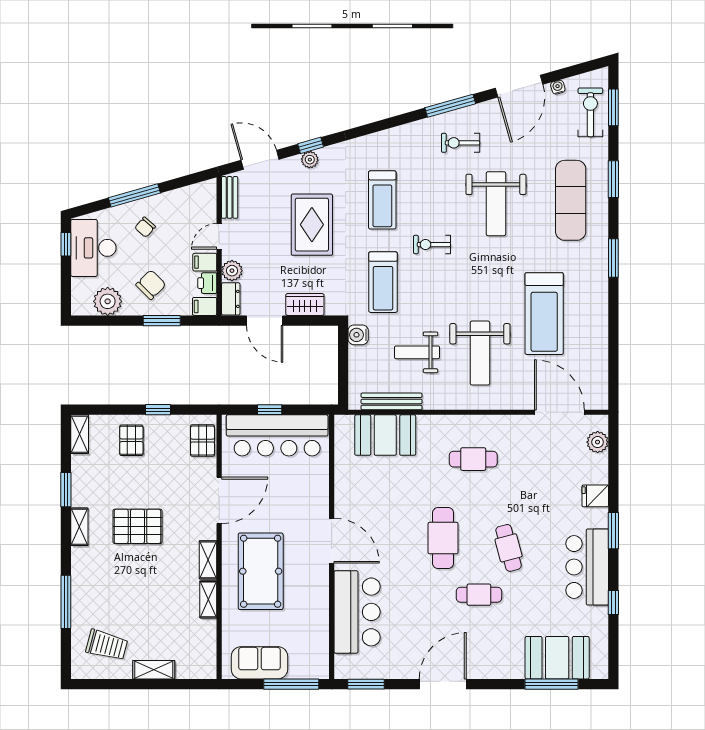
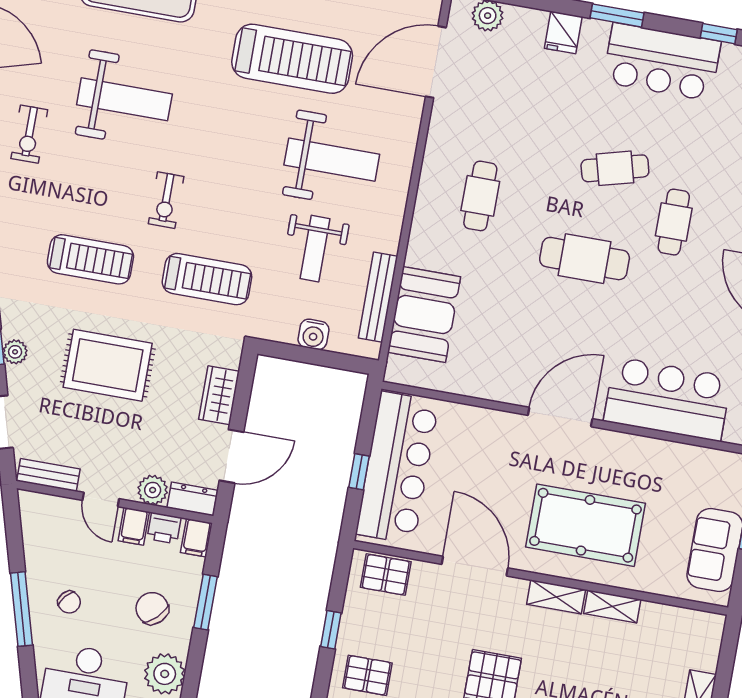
water cooler: (358, 335) -> (313, 334), moved

